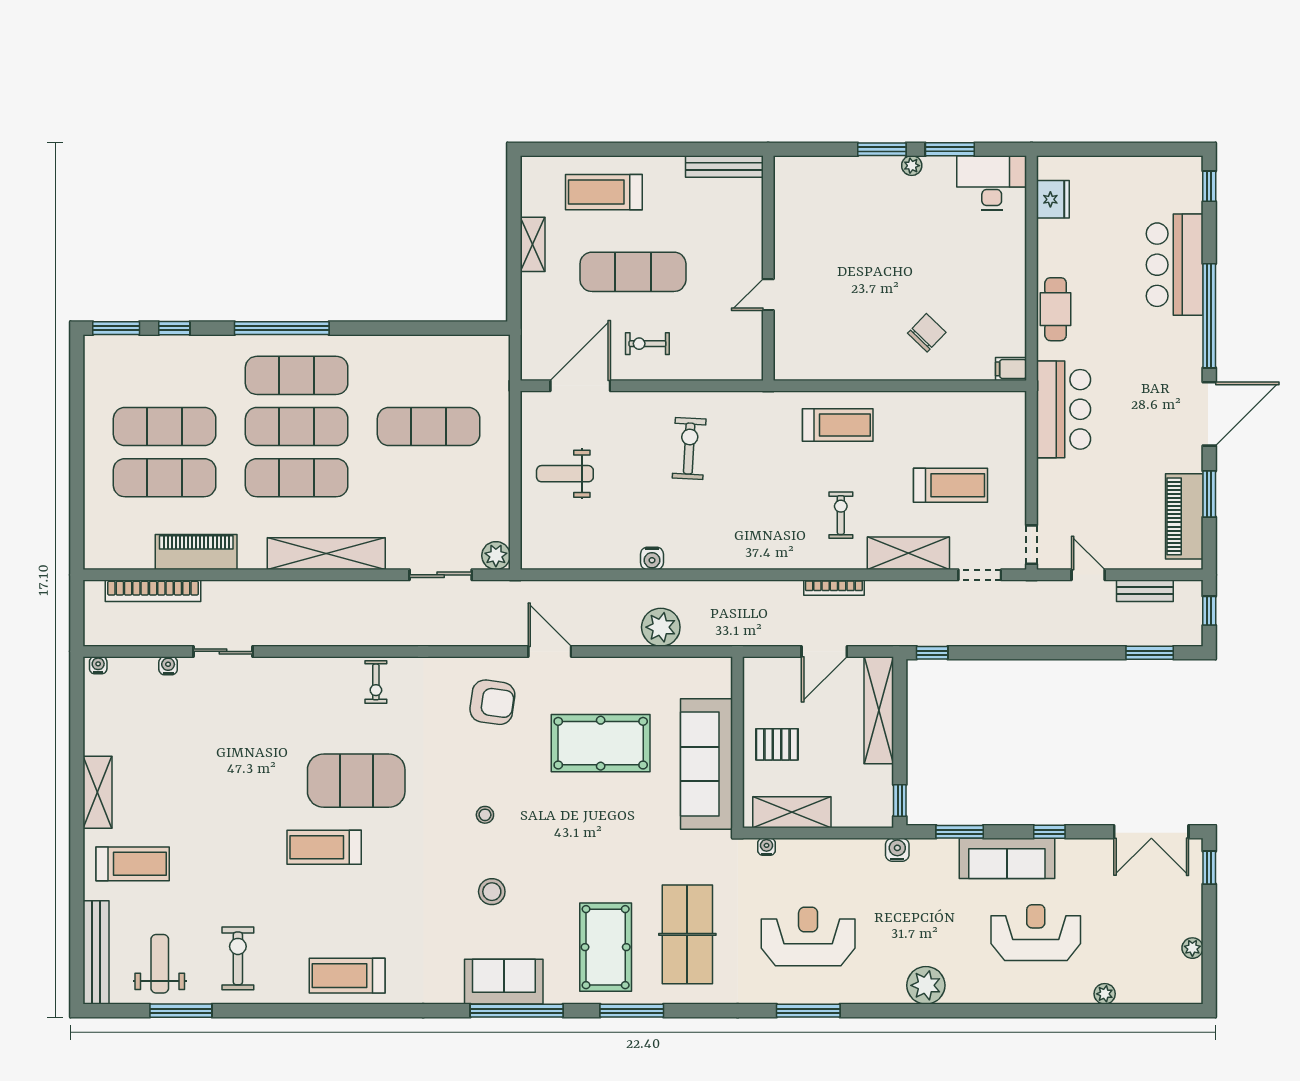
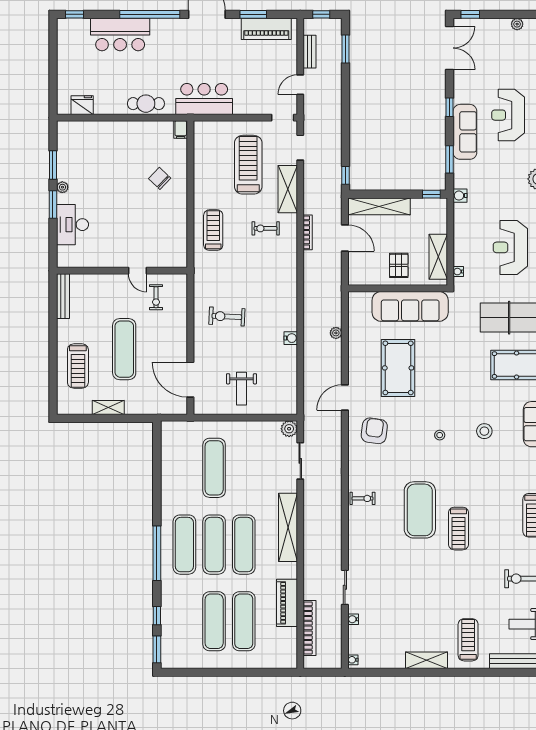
desk: (992, 183) -> (73, 225), moved
exercise bike: (647, 344) -> (156, 297), moved
treadmill: (950, 485) -> (248, 165), width x1.37, depth x1.38
plant: (661, 627) -> (336, 333), width x0.53, depth x0.53

